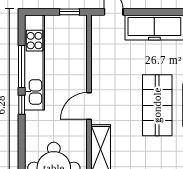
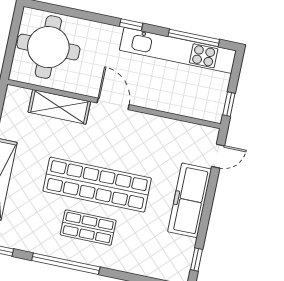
window: (22, 67) -> (194, 38), moved
shop shelf: (157, 105) -> (97, 185), width x1.40

